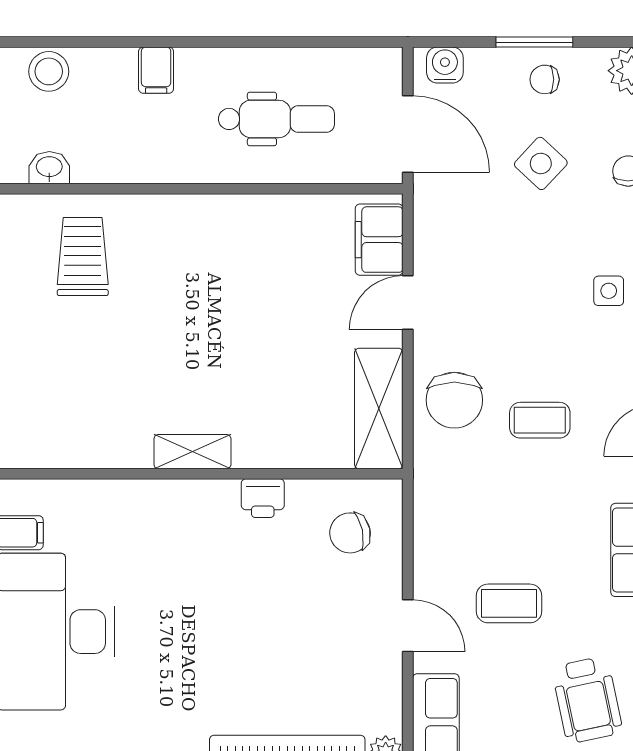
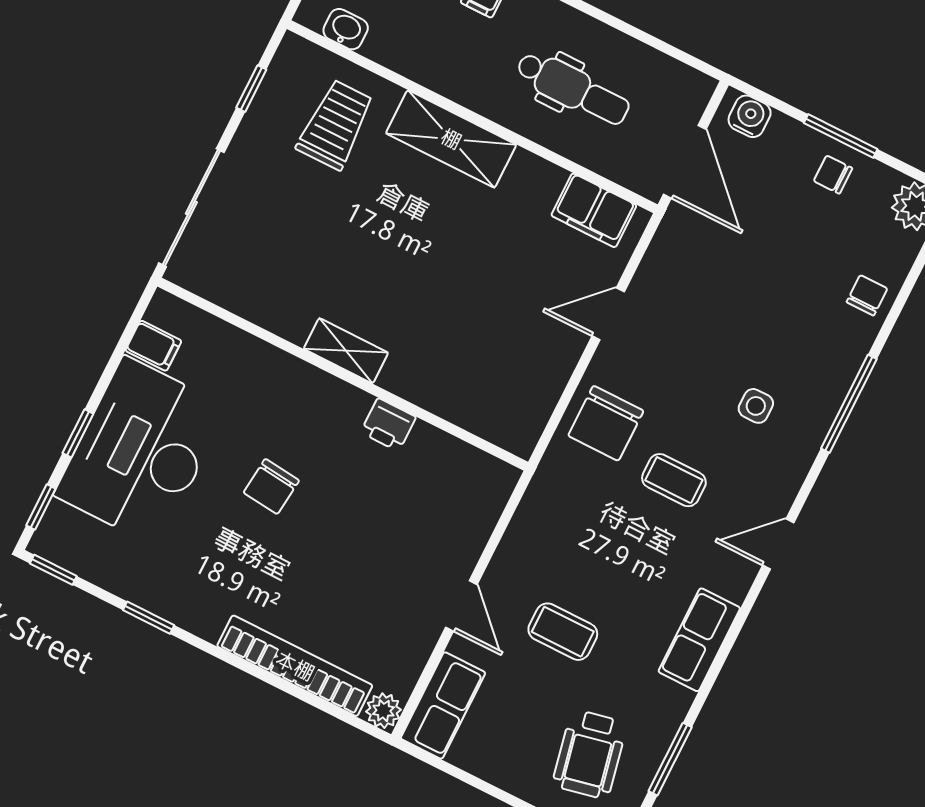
side table: (541, 163) -> (791, 249), removed
filing cabinet: (379, 240) -> (594, 210), moved, turned -90
side table: (609, 291) -> (756, 406), moved
shelving: (379, 409) -> (451, 139), moved, turned 90
chair: (350, 533) -> (271, 487), moved, turned -72

